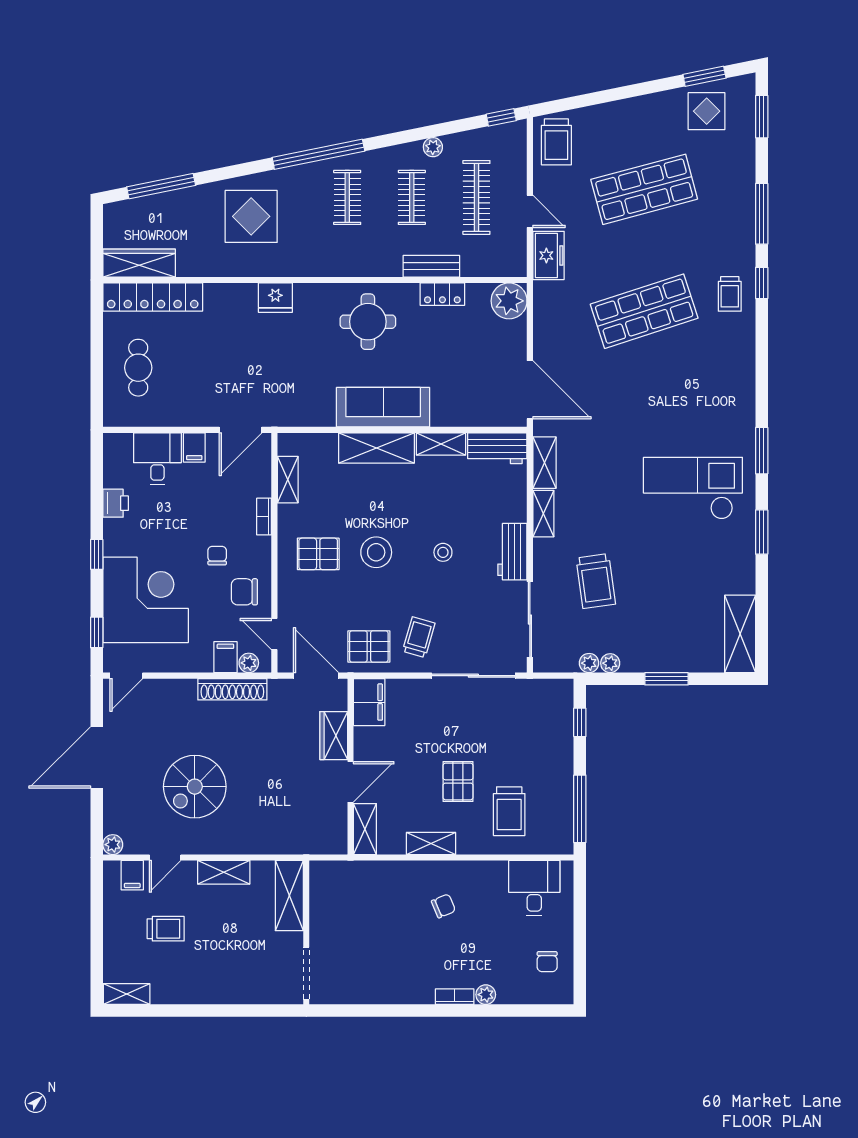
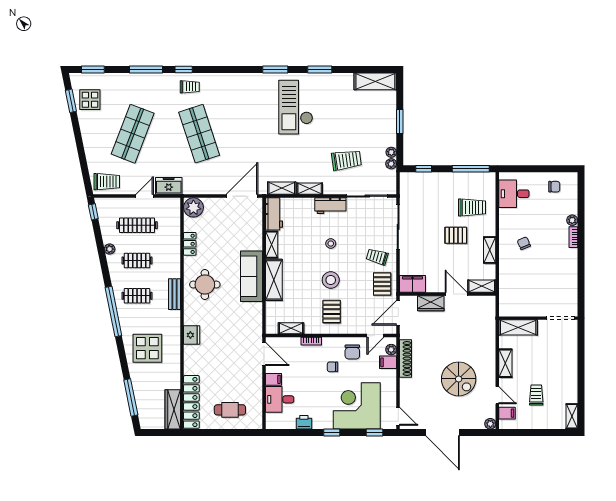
shop shelf: (644, 189) -> (133, 134), turned 36
bench: (431, 266) -> (175, 294), moved

